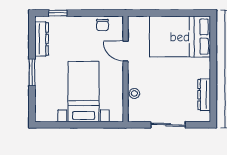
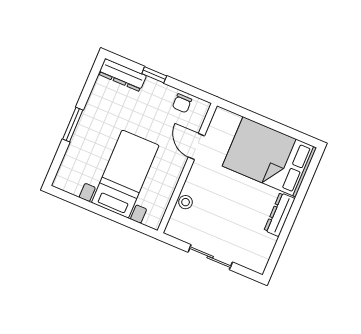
window: (58, 13) -> (154, 75), moved
dresser: (42, 39) -> (122, 75), moved, turned 90
dresser: (204, 95) -> (279, 215), moved

